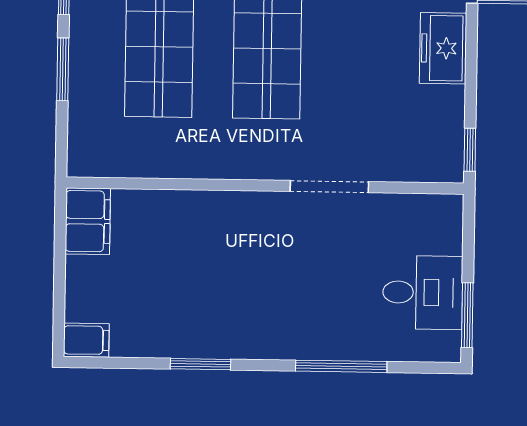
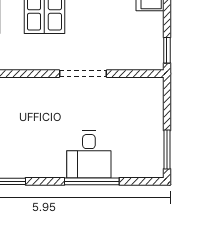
desk: (423, 292) -> (89, 154), moved, turned 90

